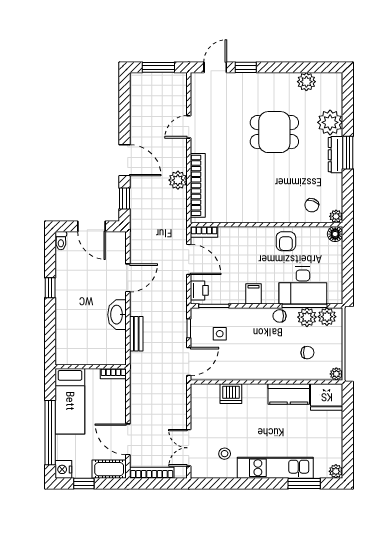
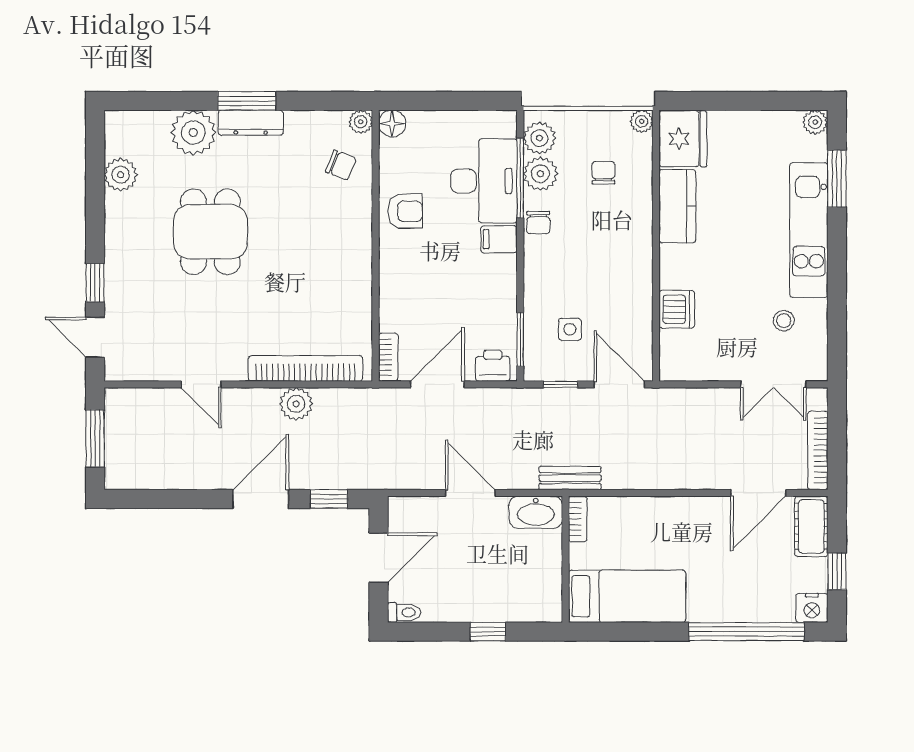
filing cabinet: (254, 294) -> (499, 239), moved
wall: (91, 367) -> (565, 559), moved
bookcase: (113, 374) -> (578, 519), moved
bed: (70, 401) -> (627, 596), moved

